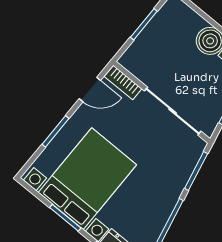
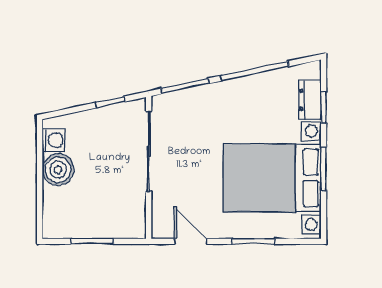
bookcase: (123, 83) -> (160, 217), removed

